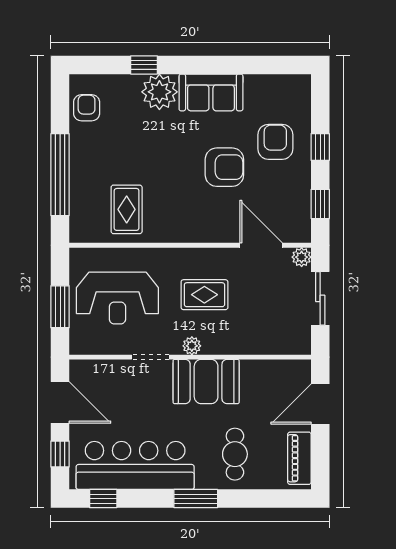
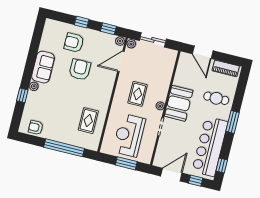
plant: (159, 92) -> (34, 86), width x0.53, depth x0.53
rug: (127, 209) -> (88, 121), turned 90
plant: (301, 233) -> (120, 41), added
reception desk: (117, 298) -> (129, 135), turned 180

